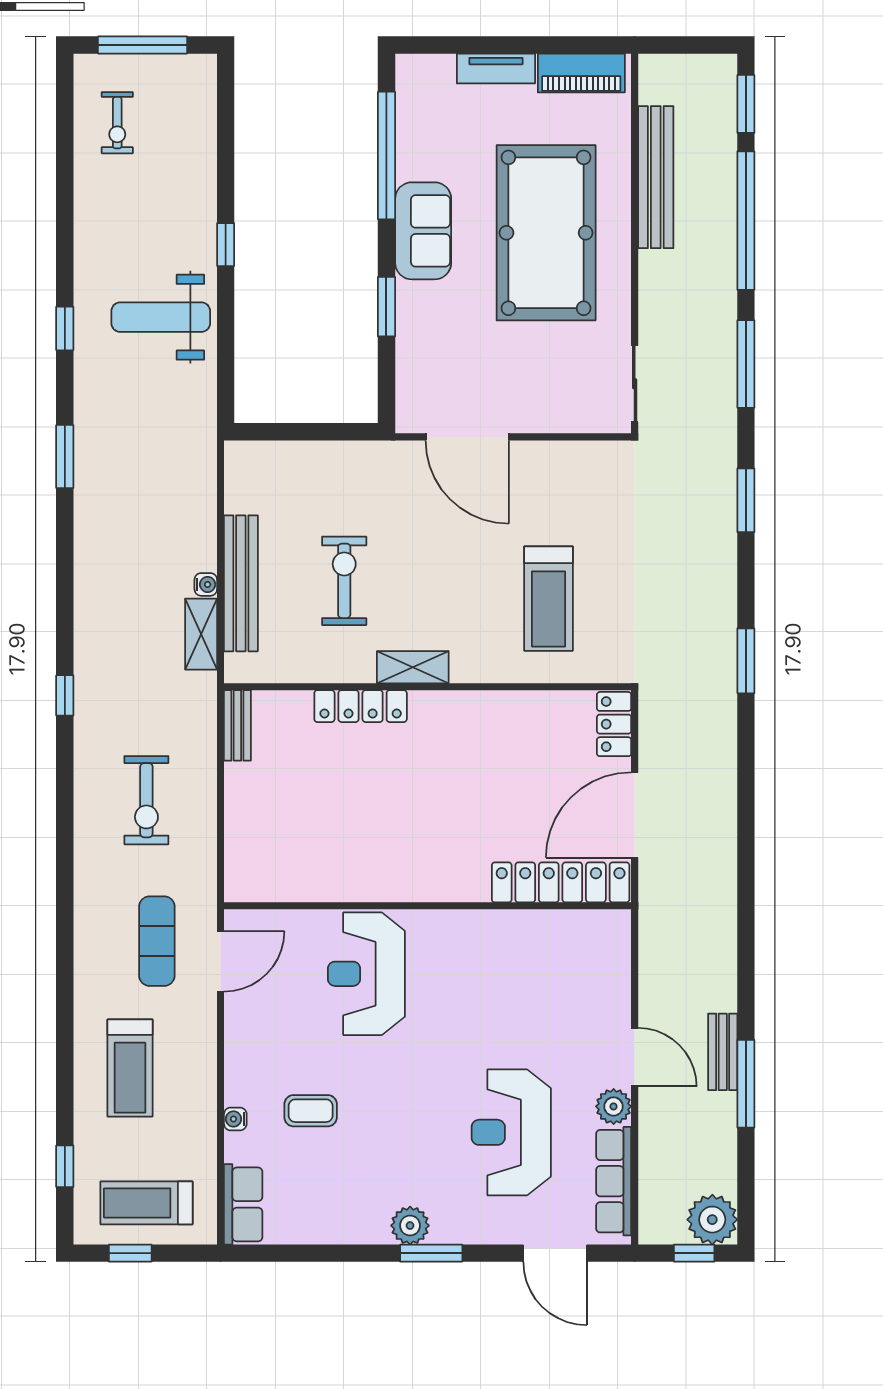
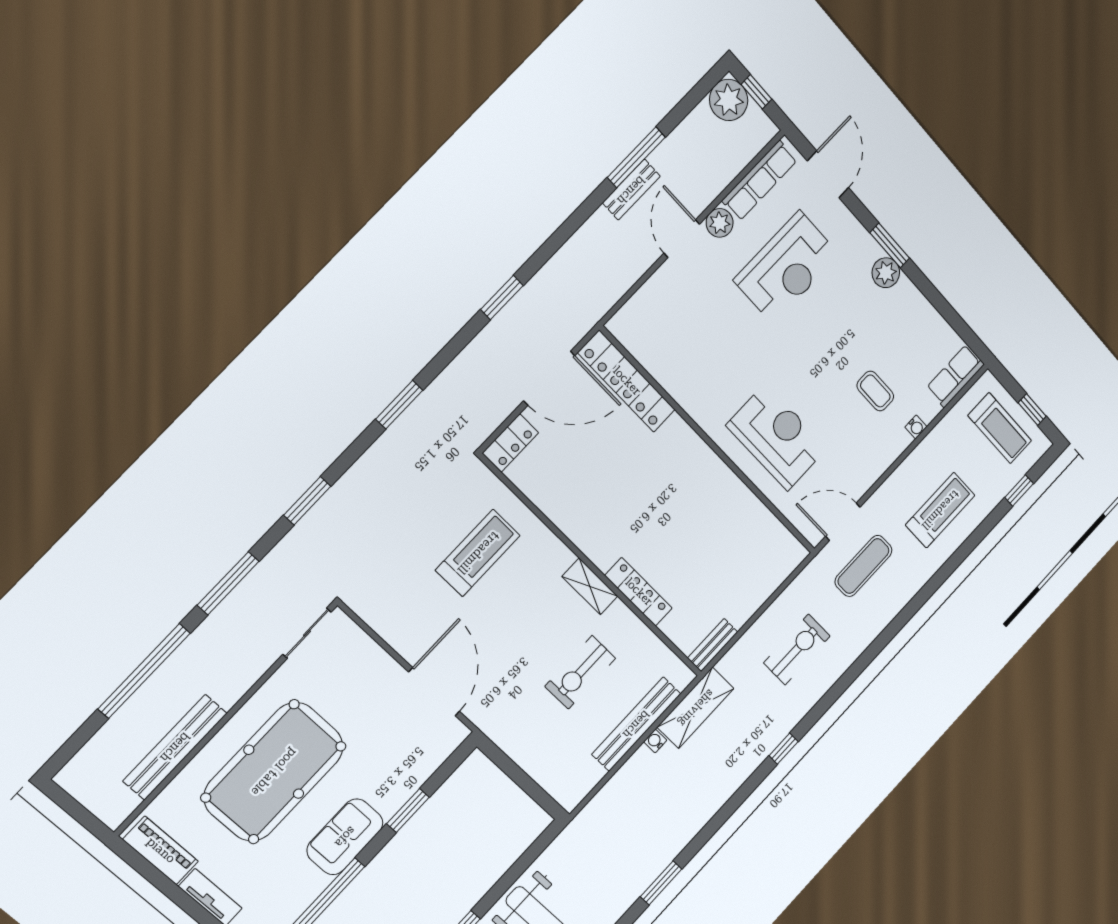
window: (746, 104) -> (502, 298), moved
shelving: (201, 634) -> (696, 708), width x1.50, depth x1.33
reception desk: (366, 974) -> (777, 437), turned -90

